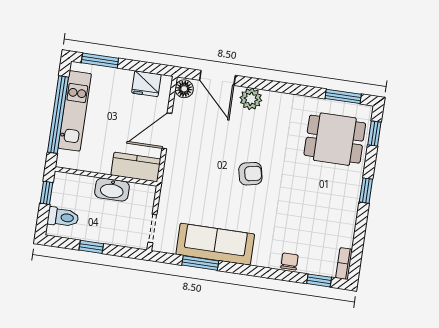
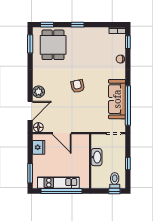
kitchen counter: (136, 167) -> (83, 146), removed
window: (46, 193) -> (114, 191), moved
window: (200, 263) -> (128, 105), width x2.11

